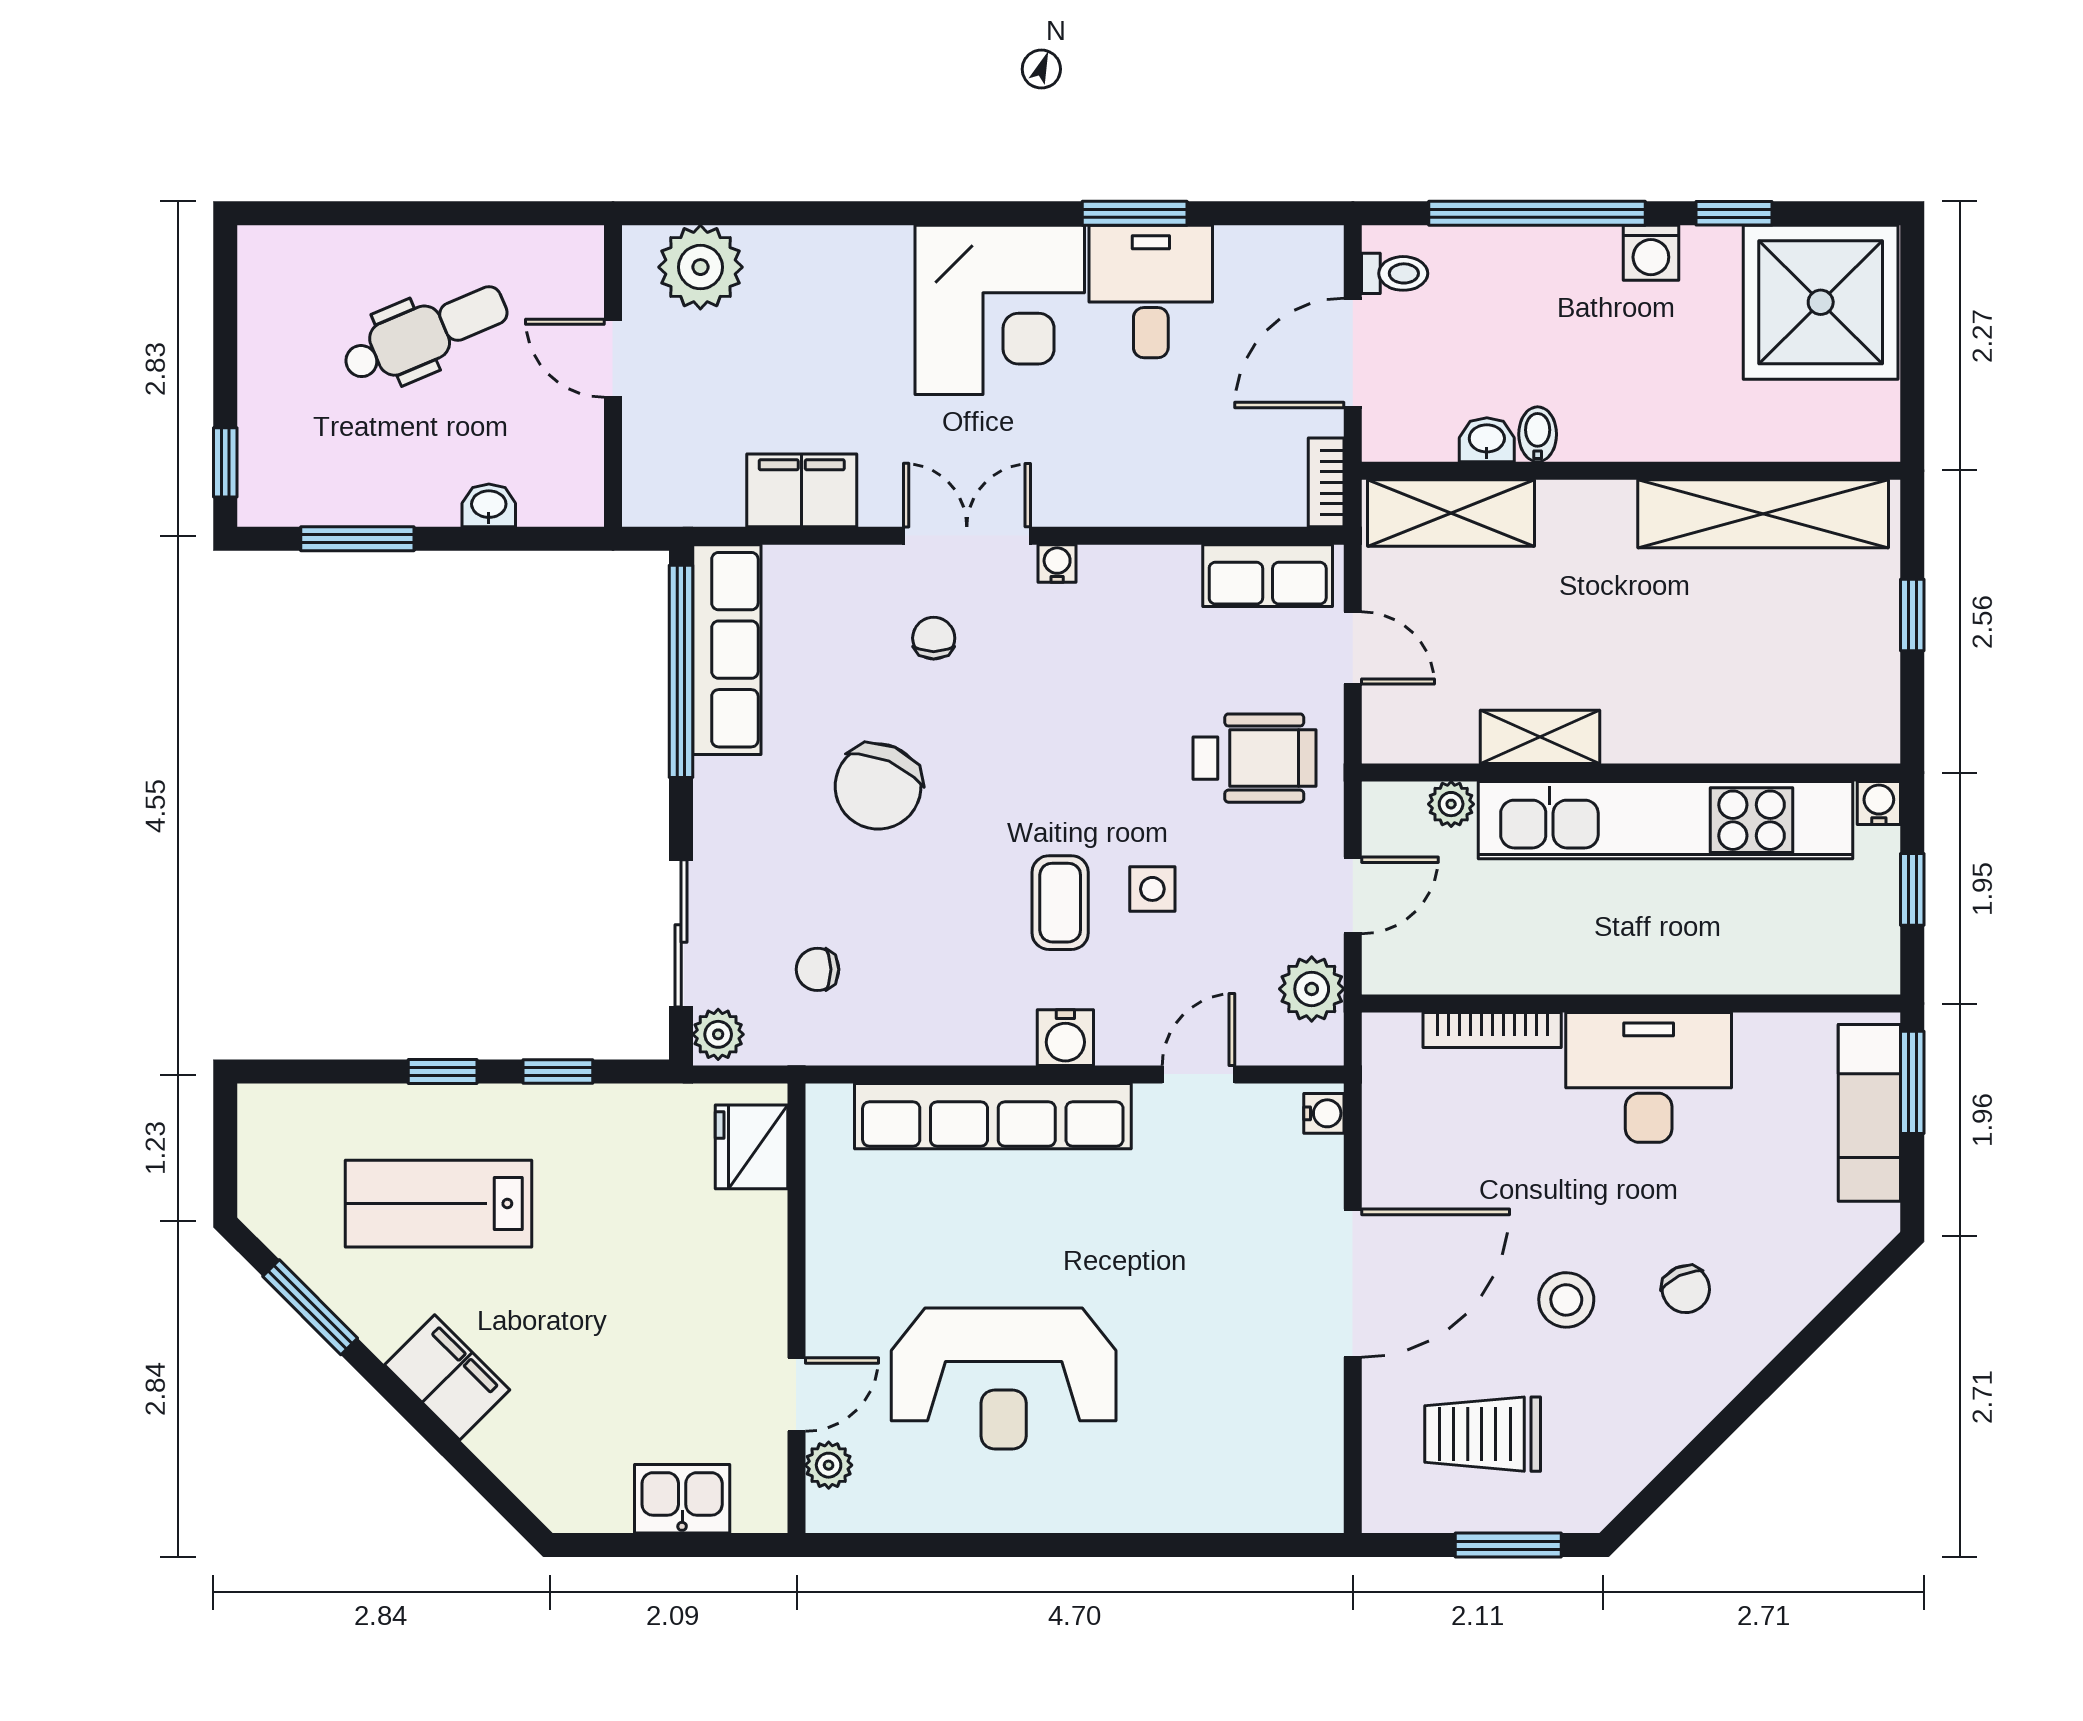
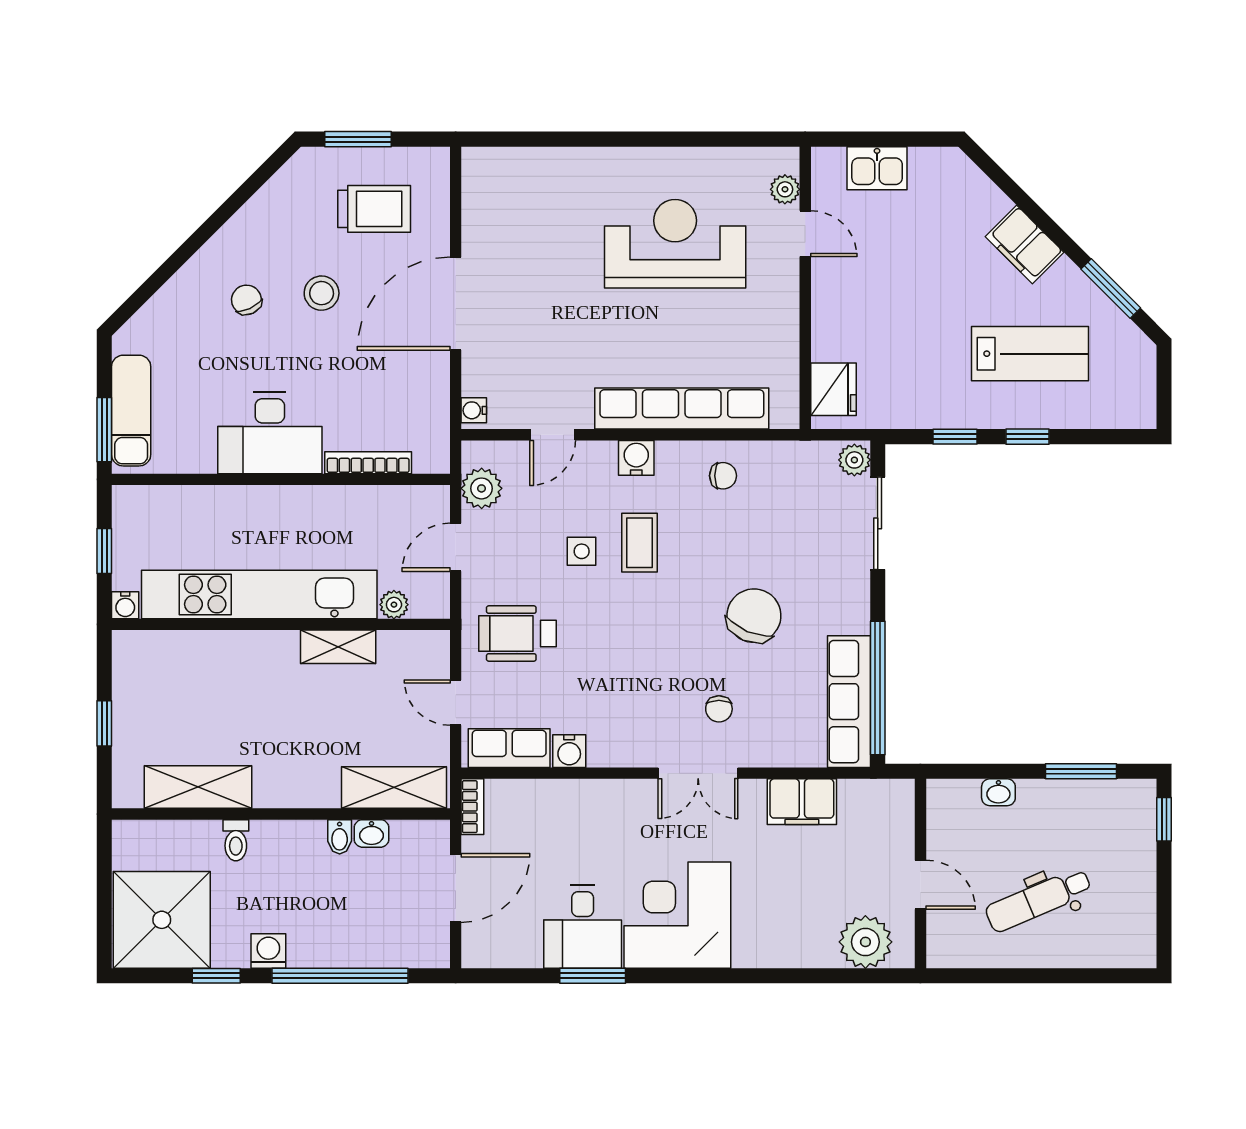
toilet: (1395, 273) -> (236, 840), moved, turned -90
shelving: (1763, 514) -> (198, 787), width x0.68
water cooler: (1057, 564) -> (569, 751), moved, width x1.38, depth x1.38
chair: (817, 969) -> (723, 476), moved
door: (796, 1395) -> (805, 234), swing flipped

